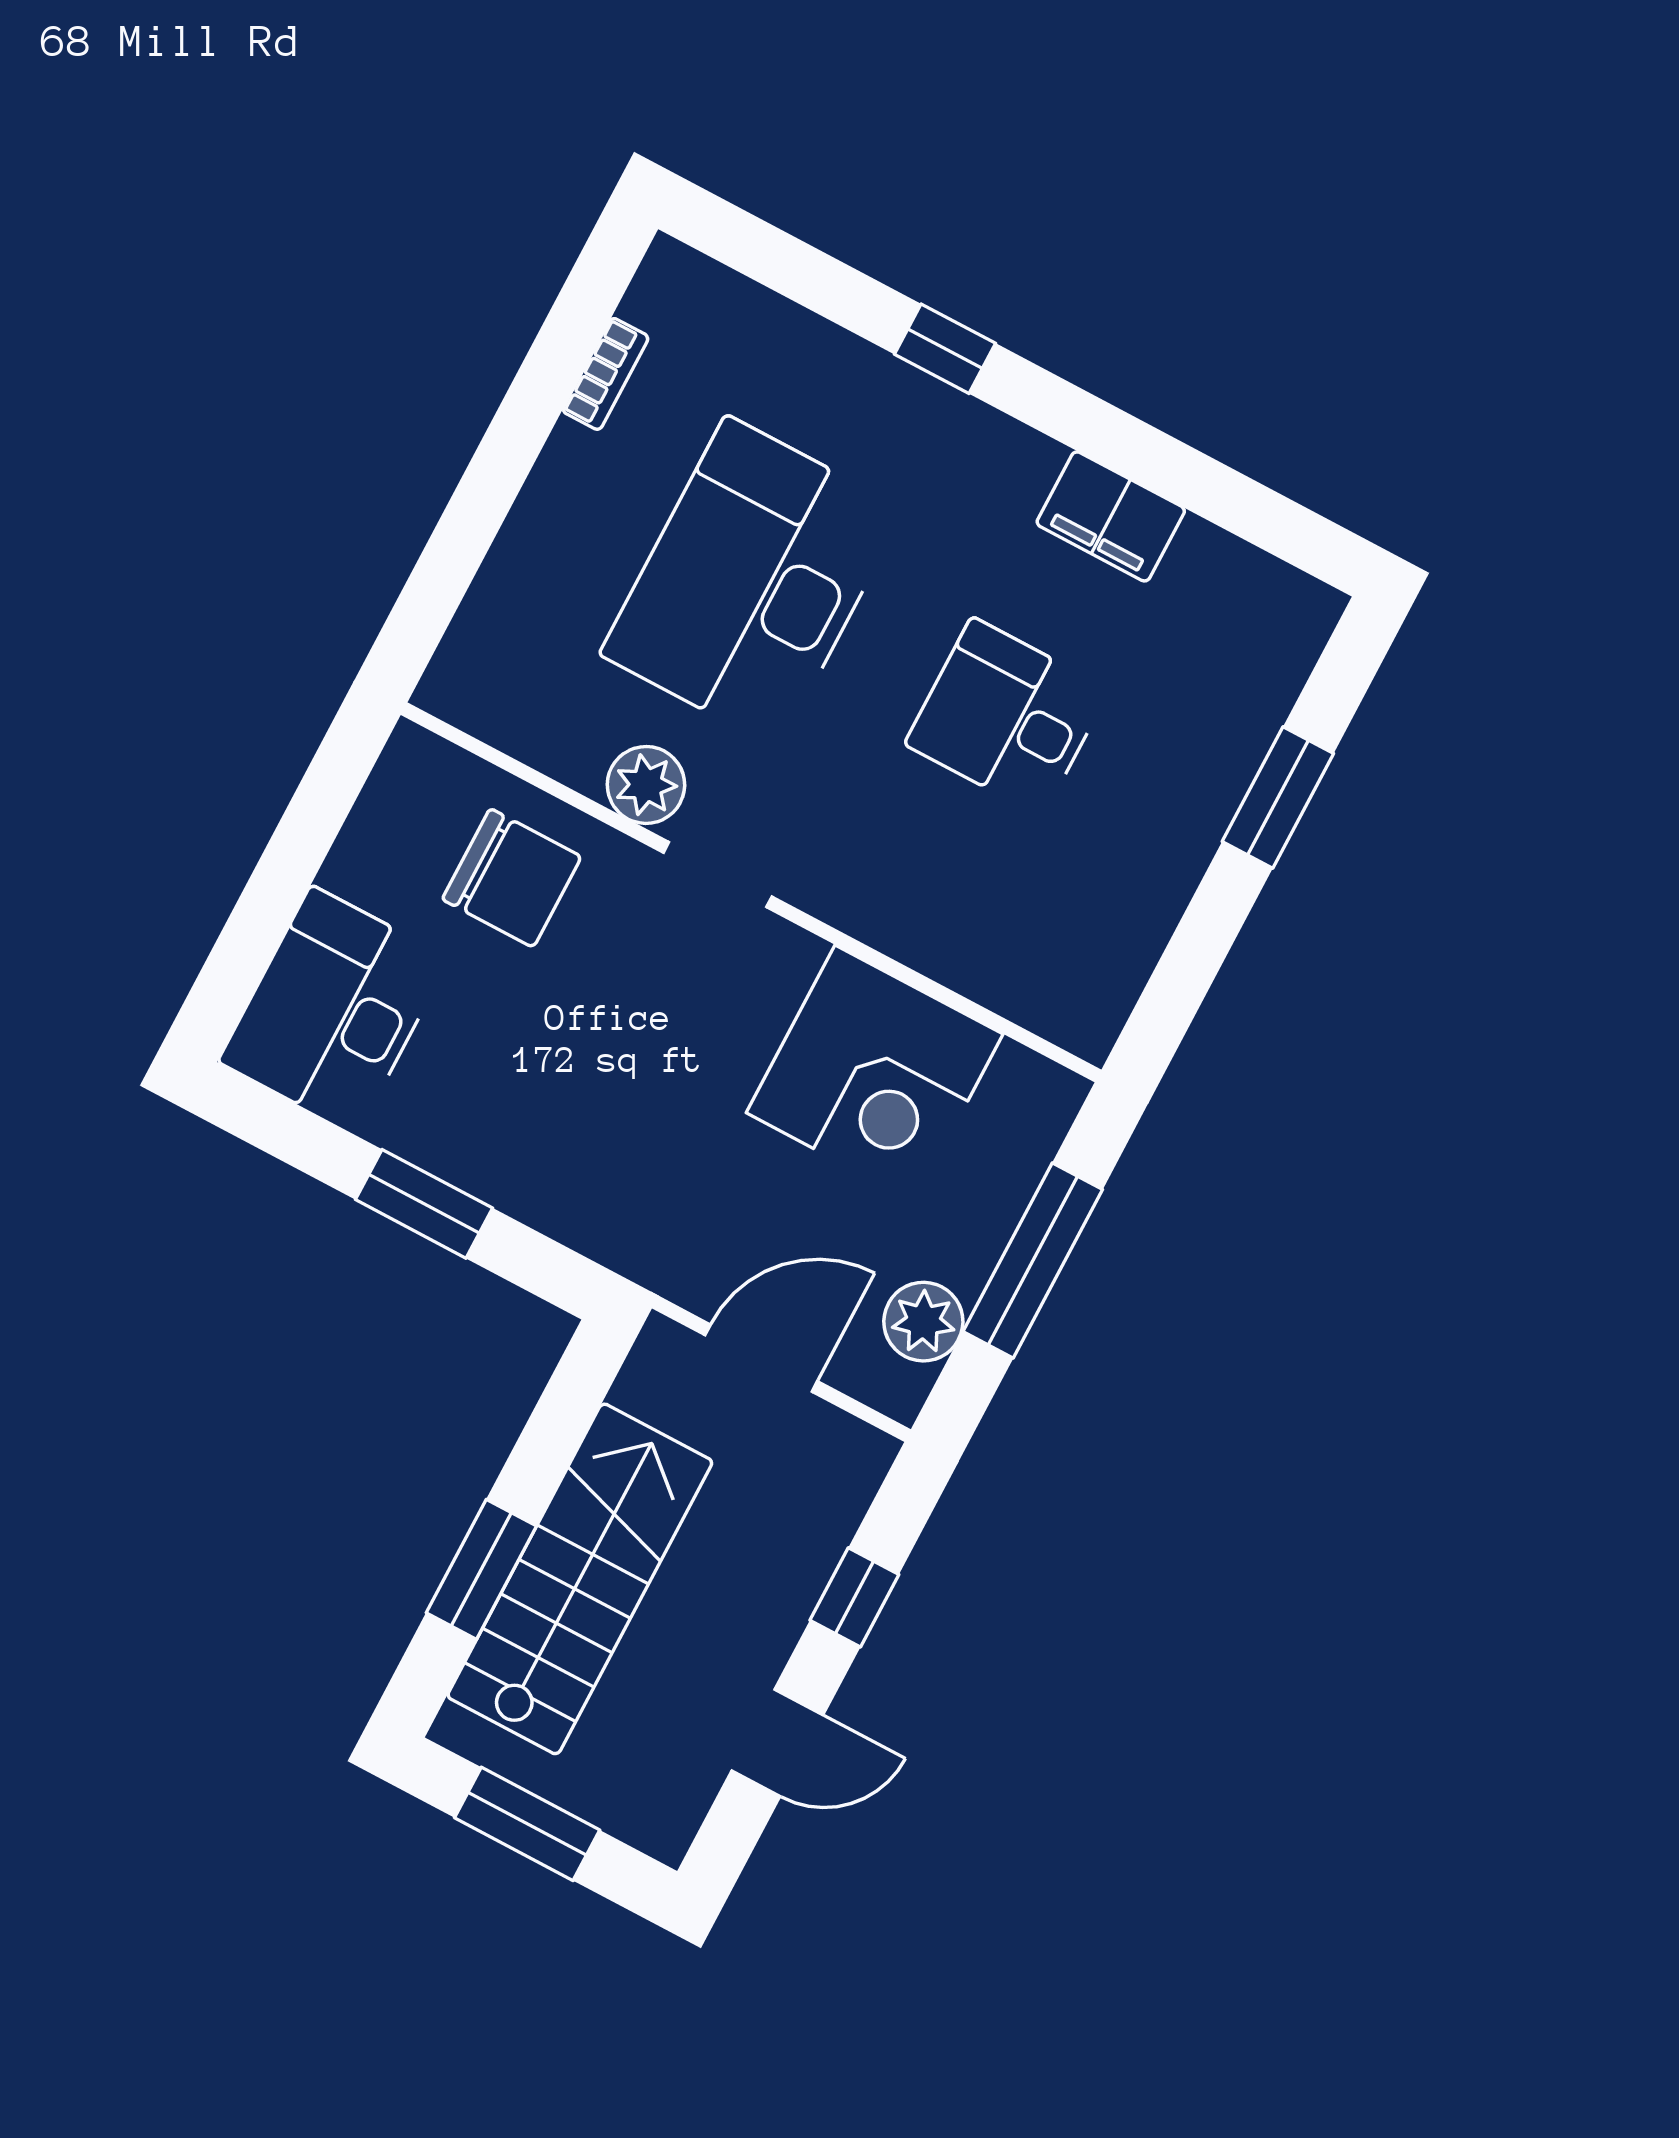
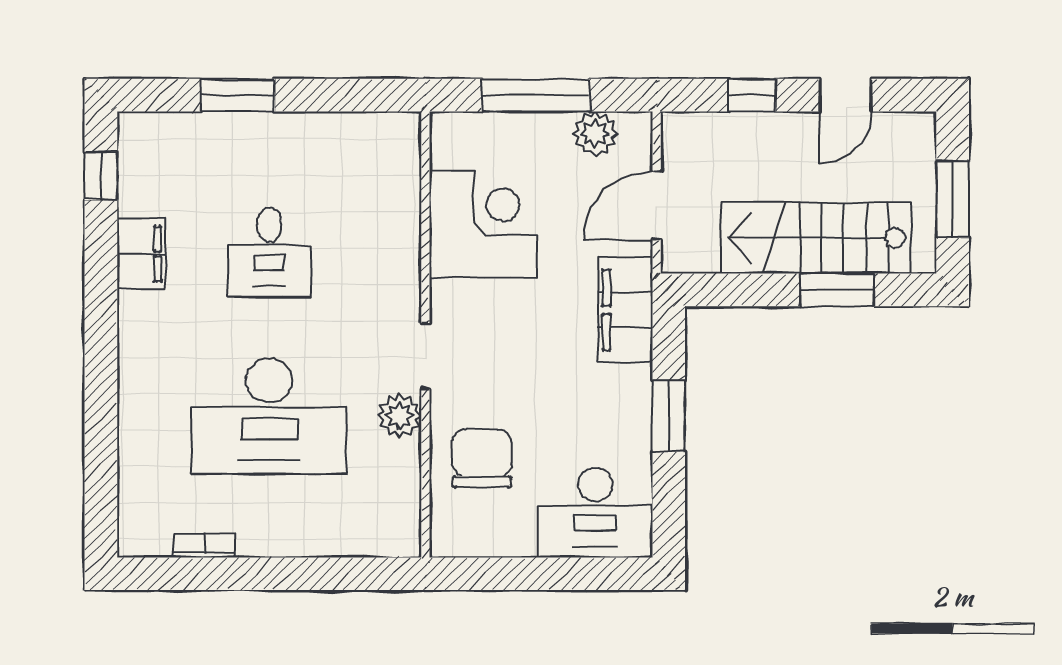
window: (945, 349) -> (101, 176), moved
filing cabinet: (624, 1223) -> (625, 310), added
door: (761, 1358) -> (657, 205), hinge flipped
door: (777, 1743) -> (845, 95), swing flipped

